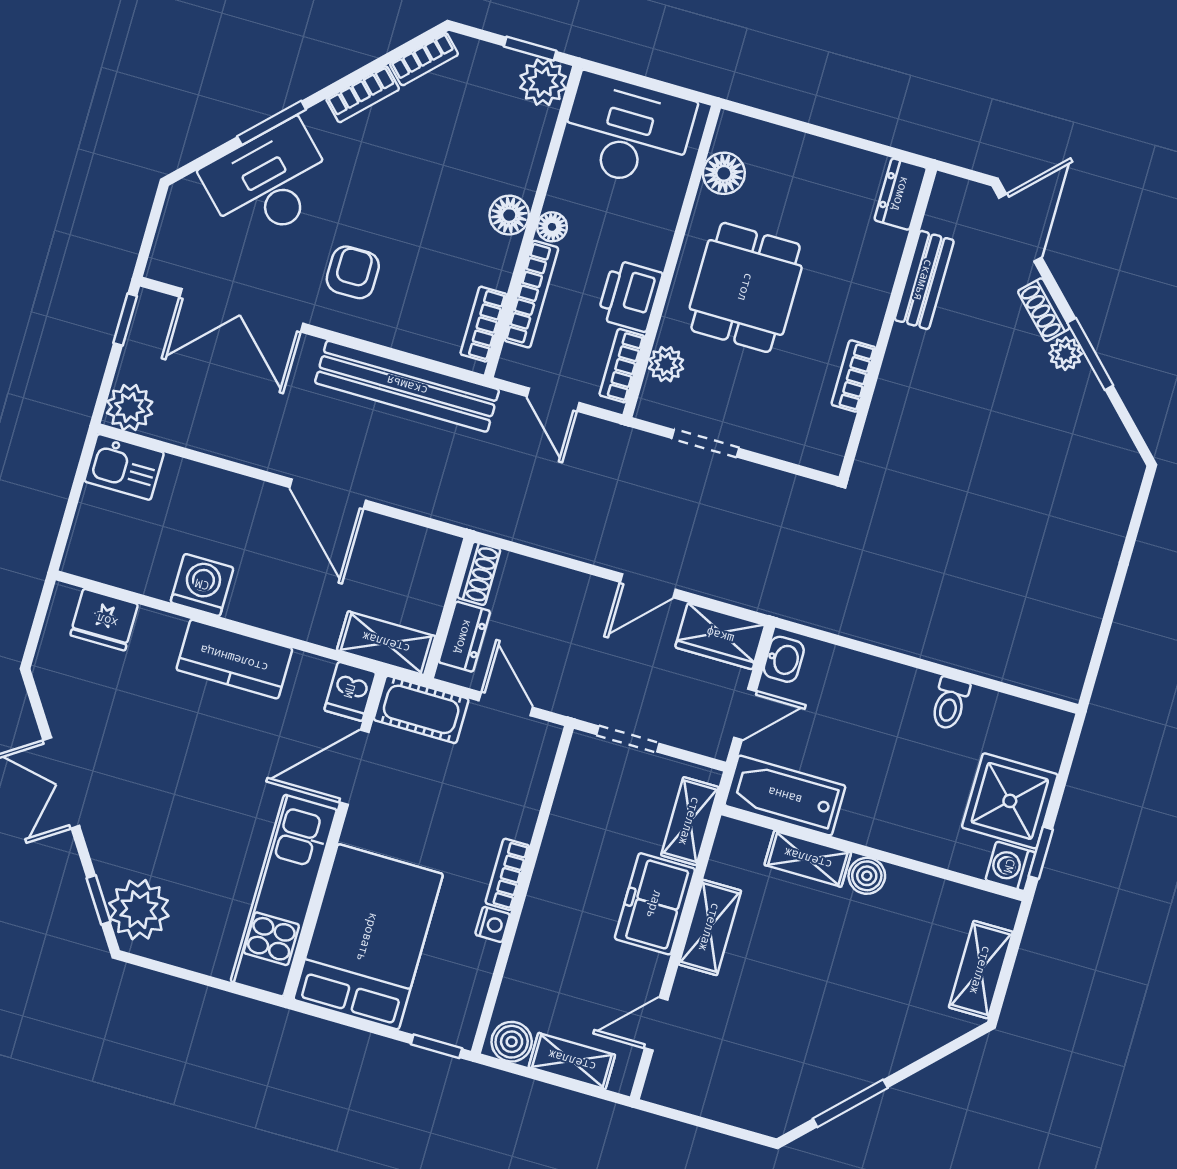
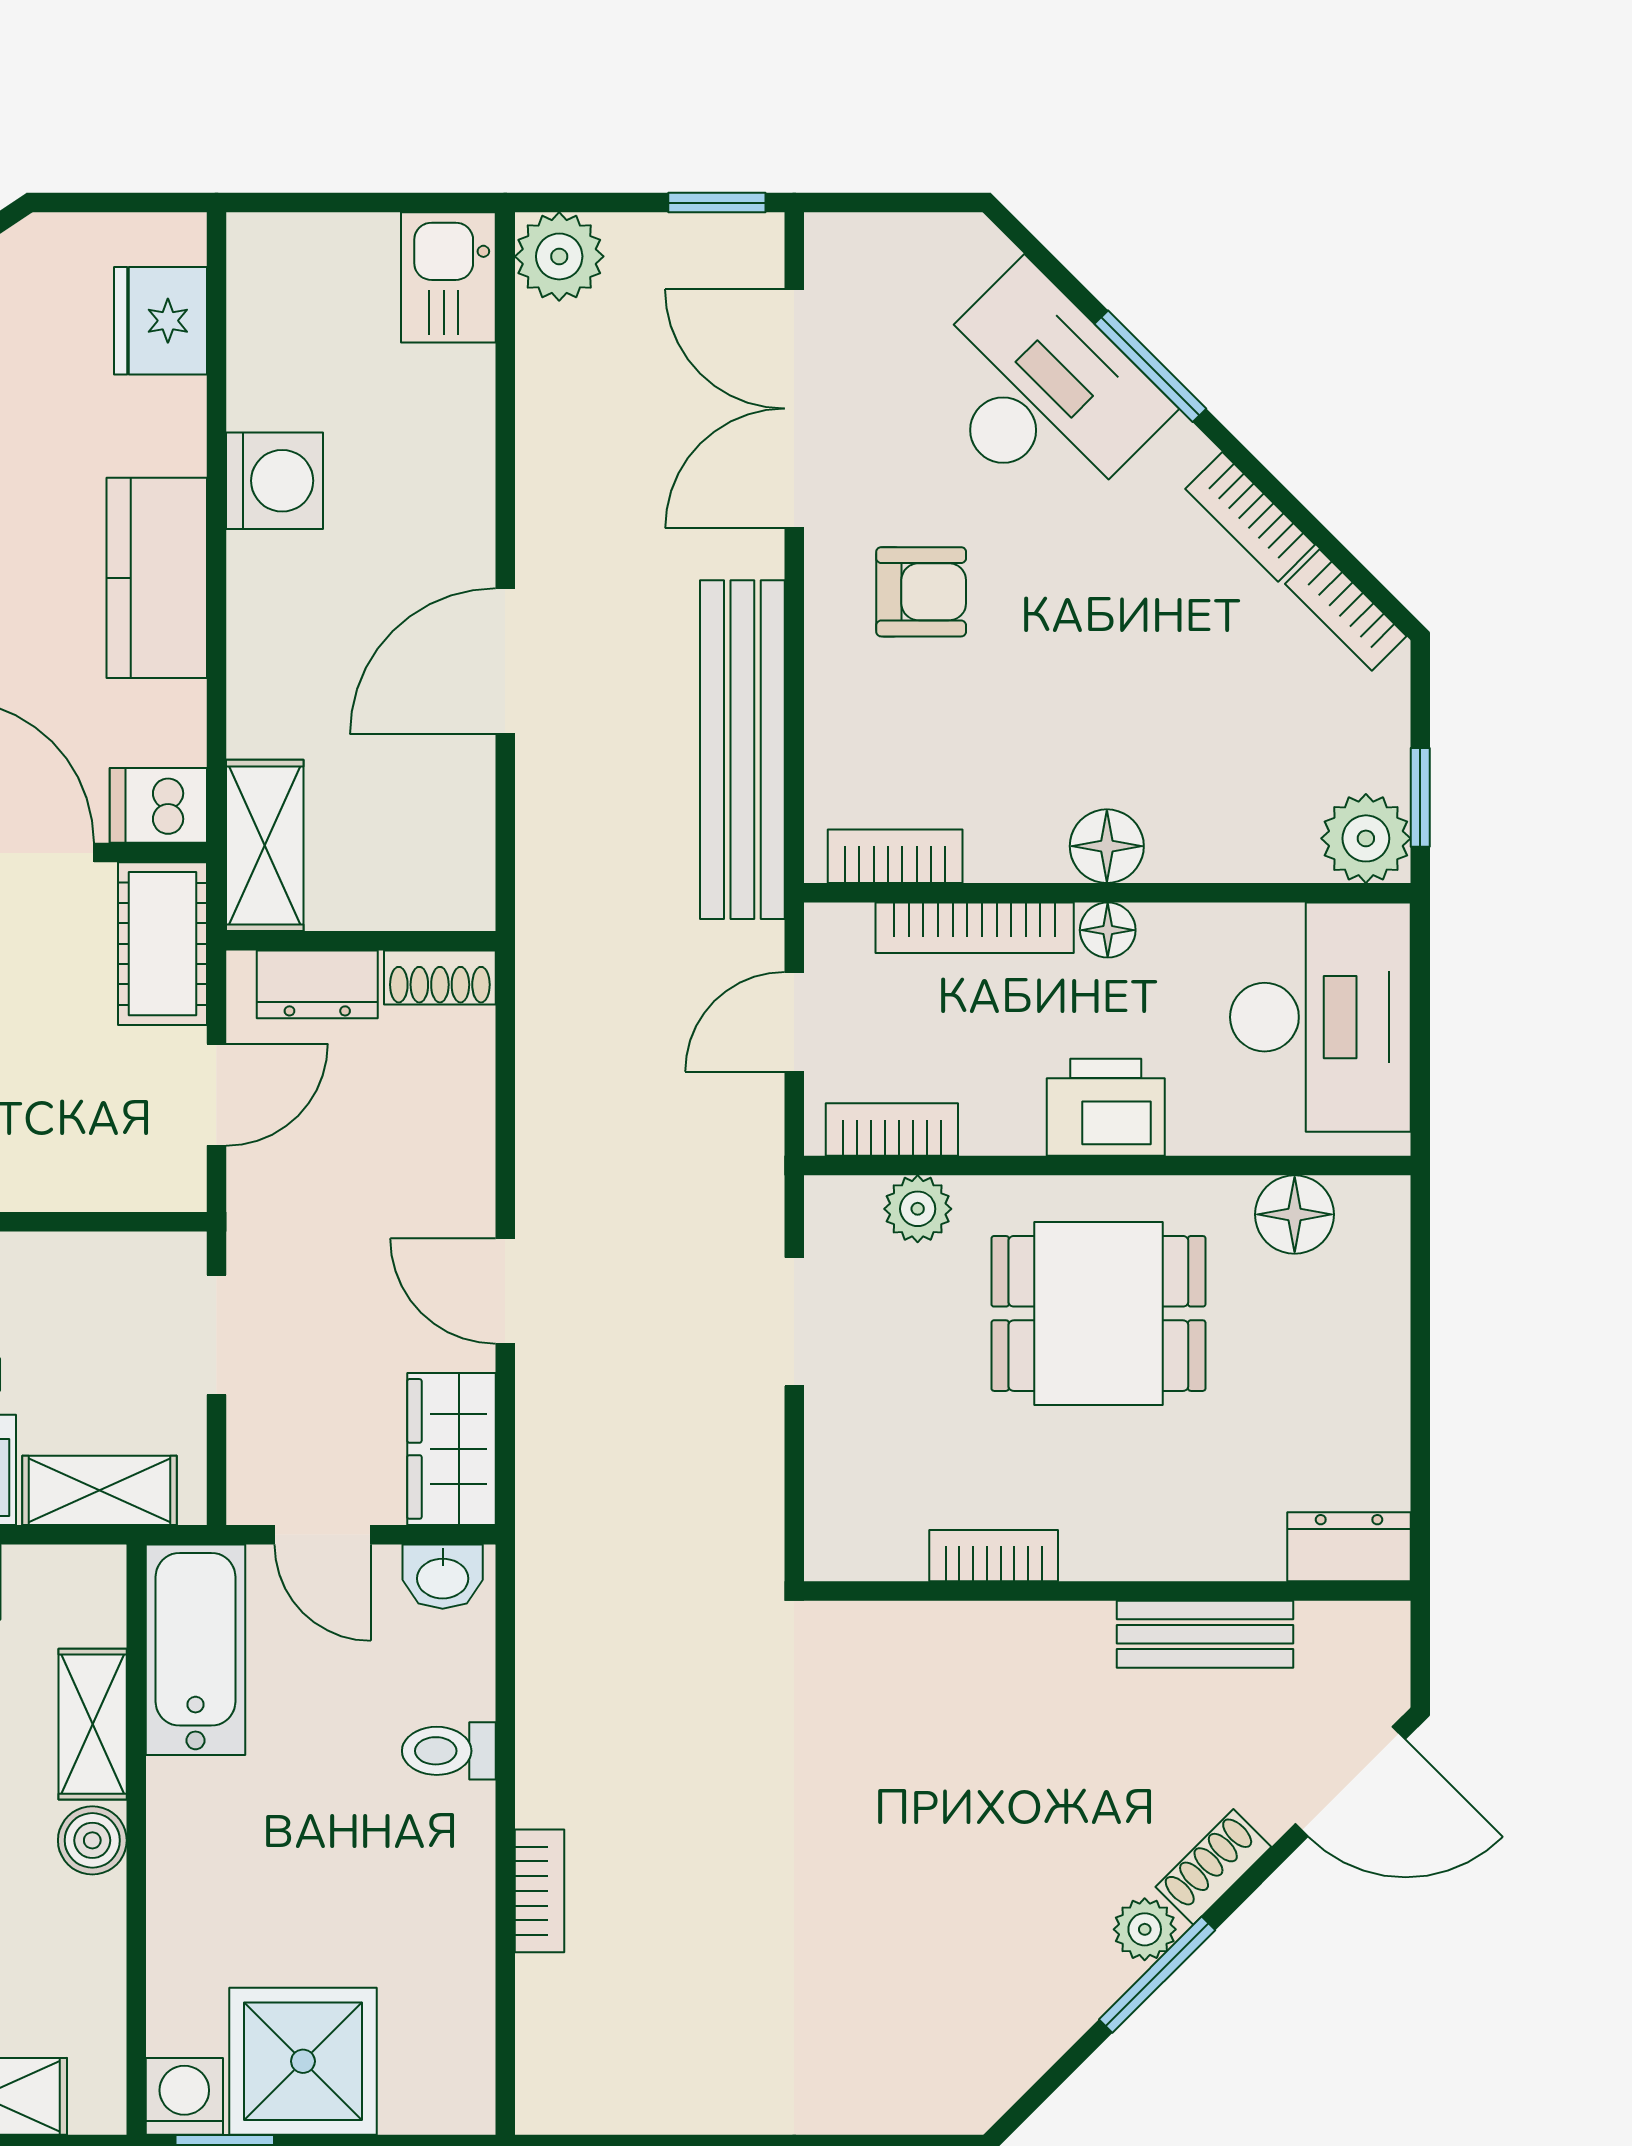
printer: (630, 296) -> (1106, 1107), moved
bookcase: (958, 656) -> (540, 1891), added
toilet: (950, 703) -> (449, 1751), moved

